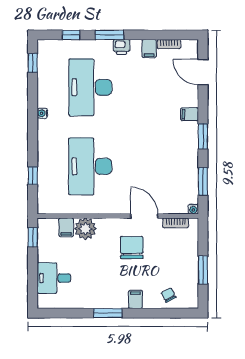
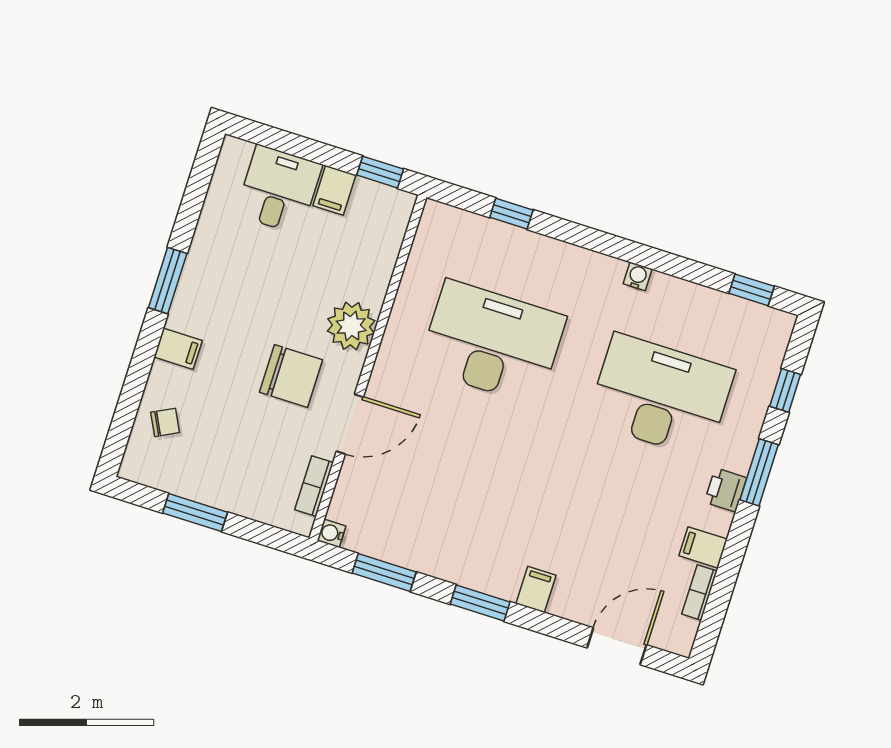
filing cabinet: (66, 227) -> (334, 190), moved, turned -90
plant: (85, 229) -> (351, 326), moved

